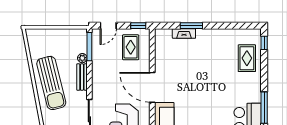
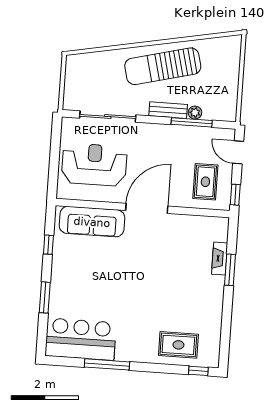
window: (89, 47) -> (192, 122), moved
rug: (131, 47) -> (205, 182), turned 90

